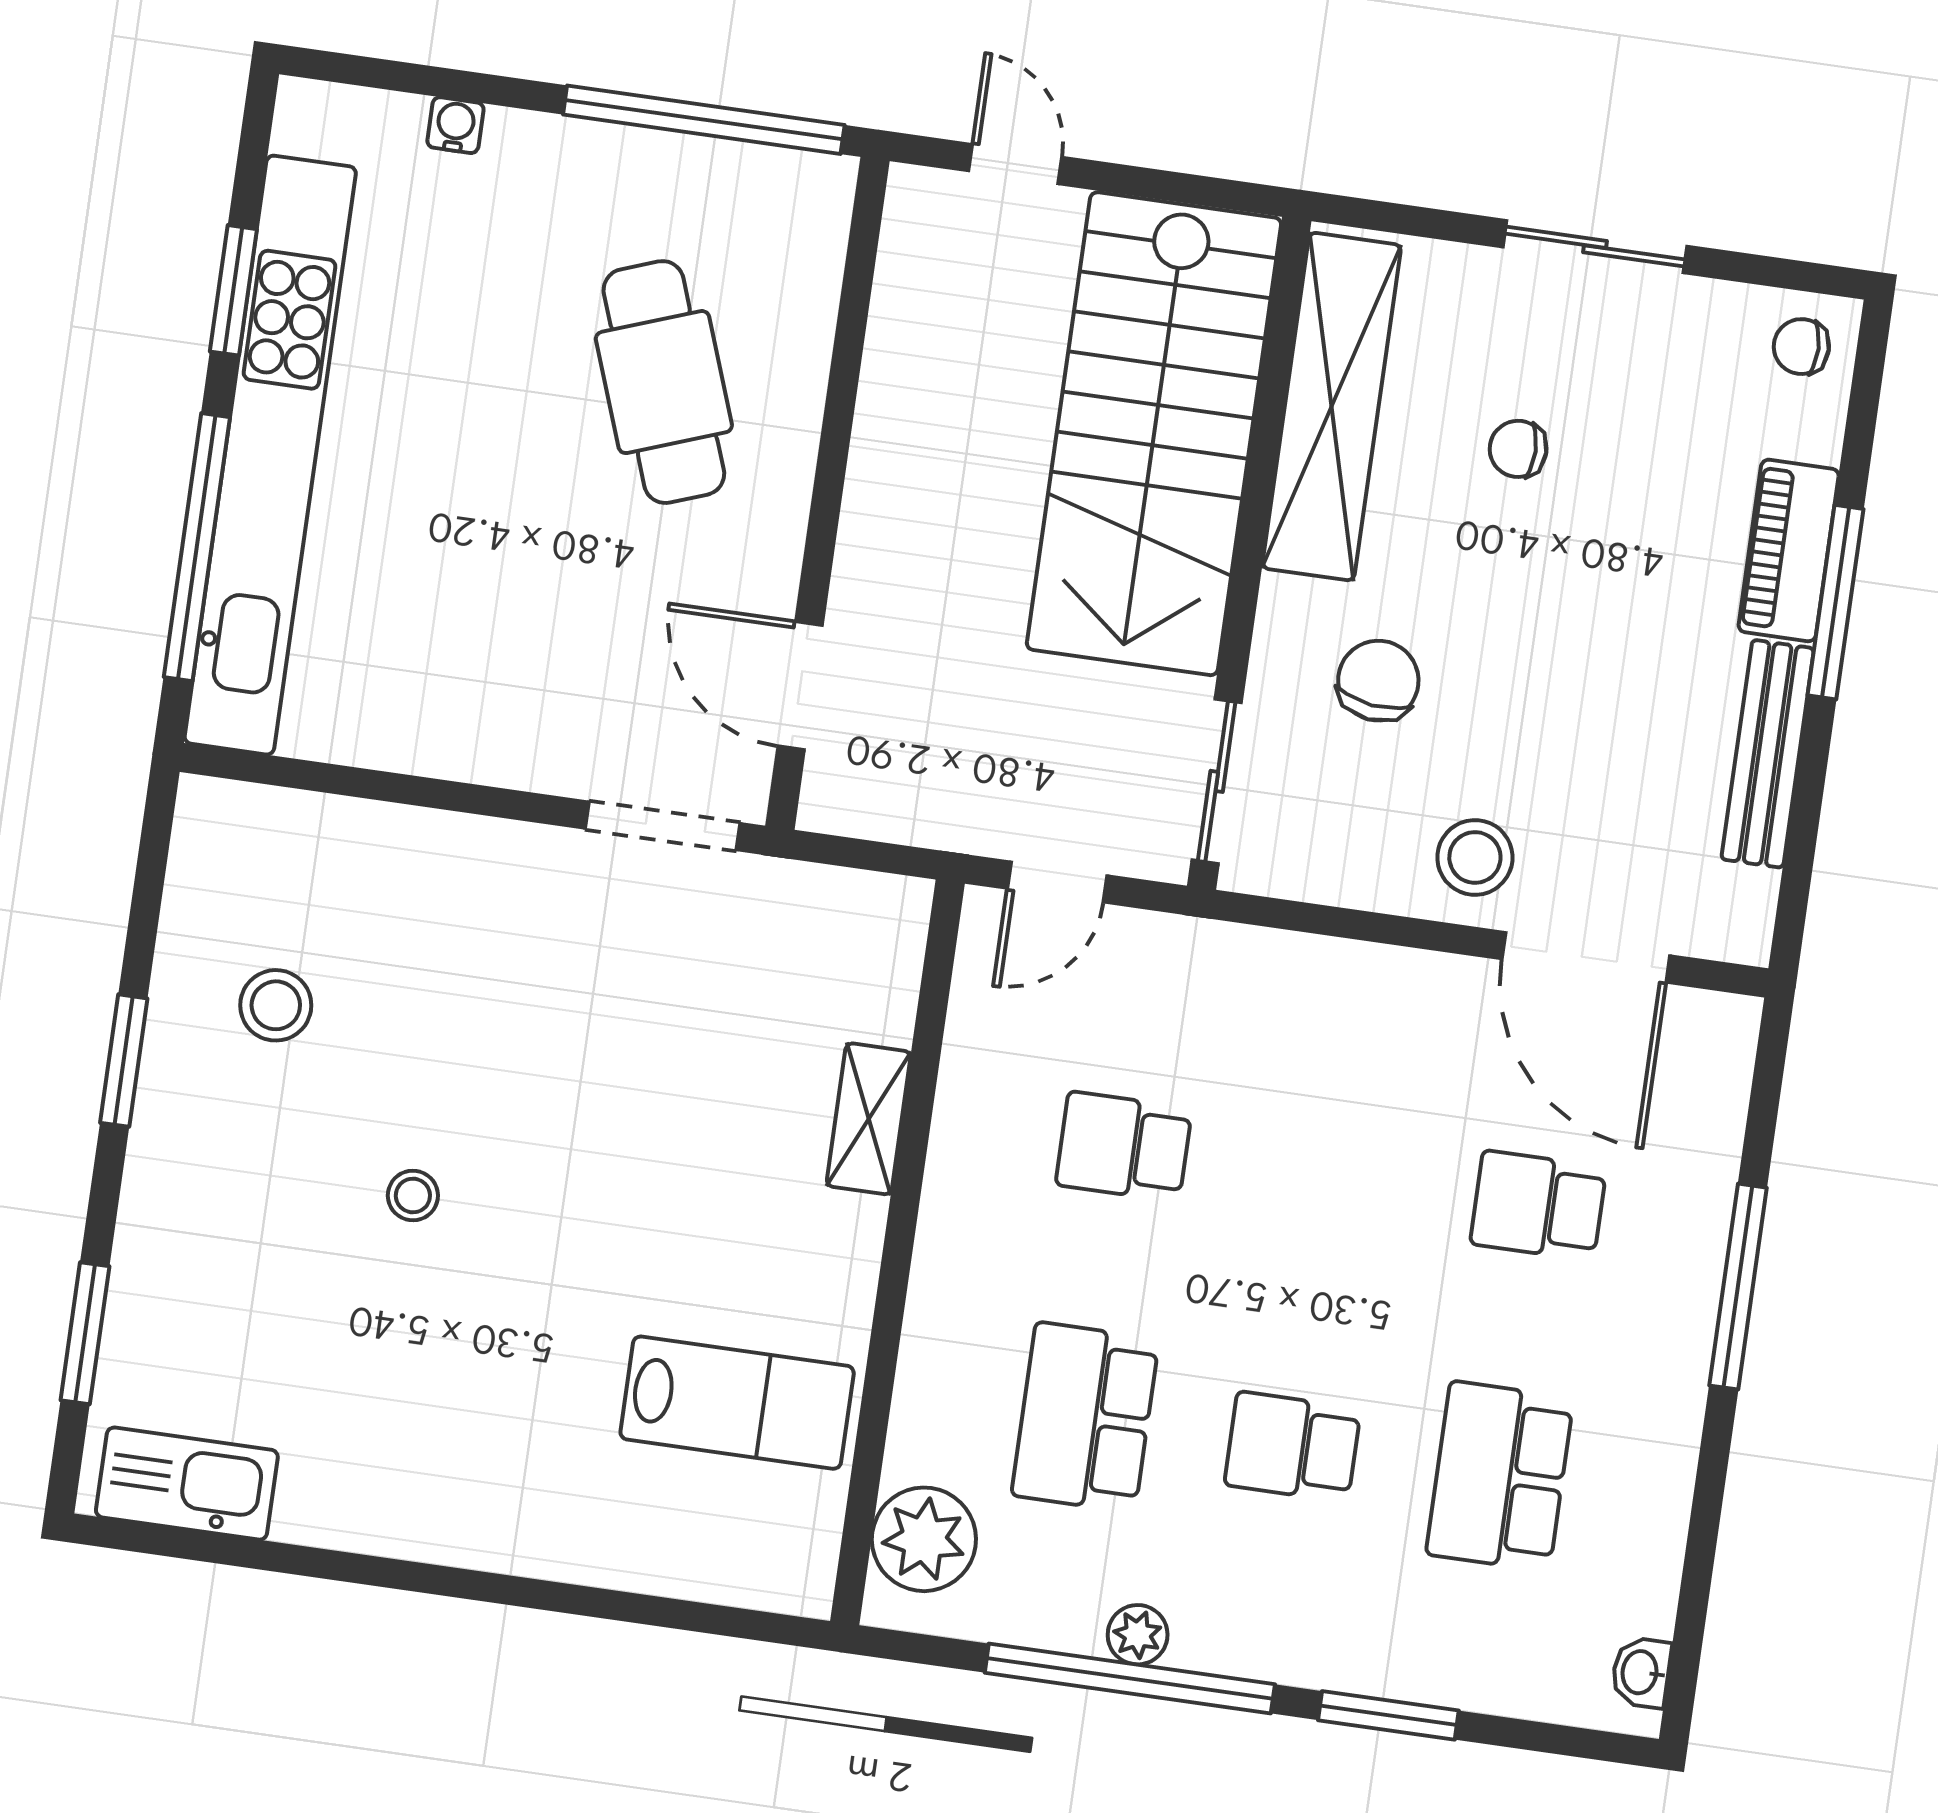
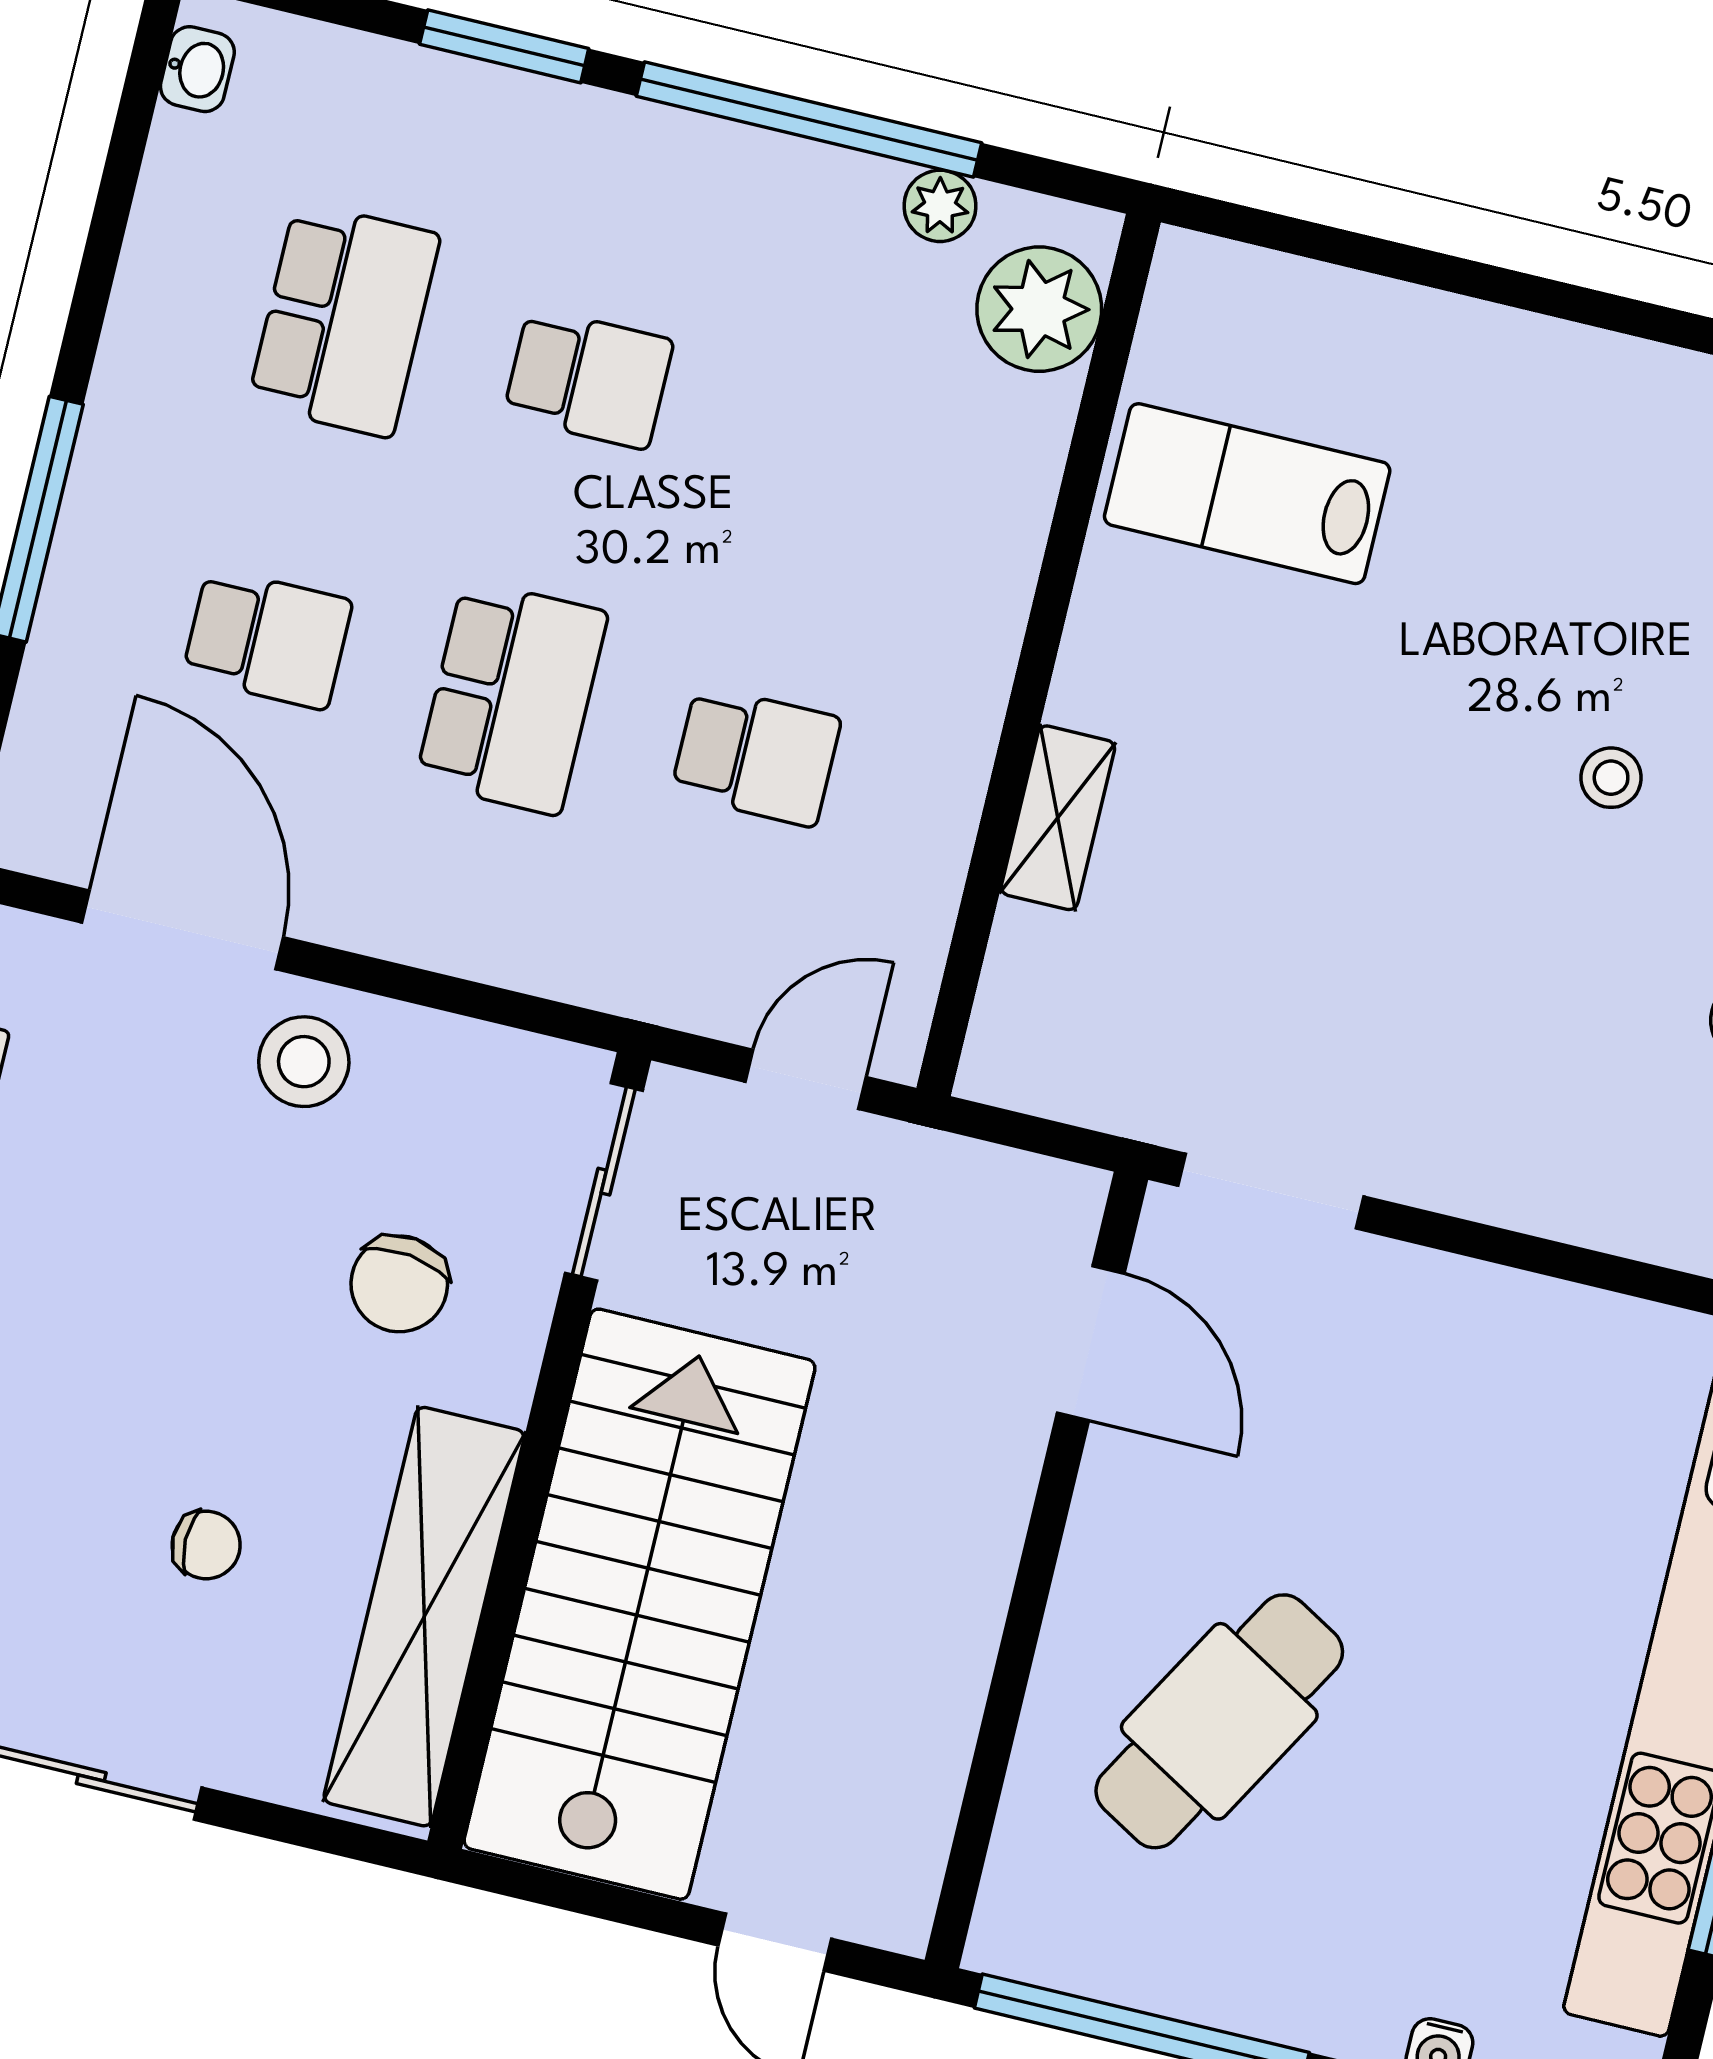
cafe table: (664, 382) -> (1219, 1721), turned 50
school desk: (1085, 1417) -> (512, 697), moved
plant: (1138, 1635) -> (940, 206), moved

